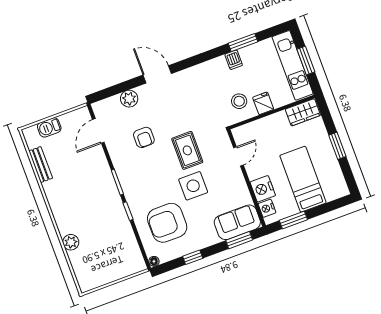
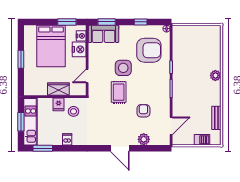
window: (243, 43) -> (43, 148), moved
wardrobe: (303, 112) -> (58, 89), moved
bed: (303, 179) -> (51, 46), width x1.50
plant: (71, 242) -> (215, 75), moved

